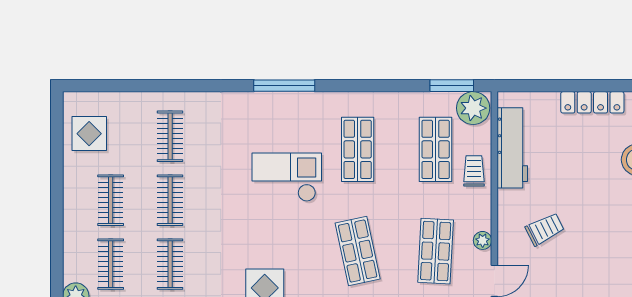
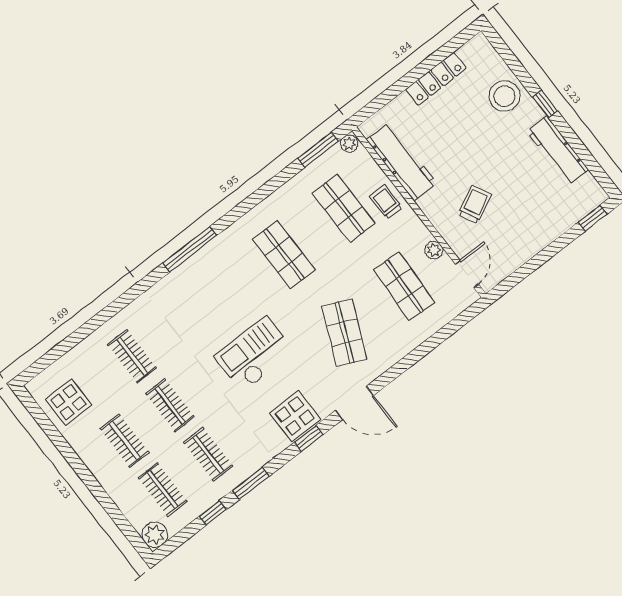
plant: (473, 108) -> (349, 144), width x0.53, depth x0.53
checkout: (287, 177) -> (254, 354), moved
shop shelf: (358, 251) -> (344, 333), turned 36

